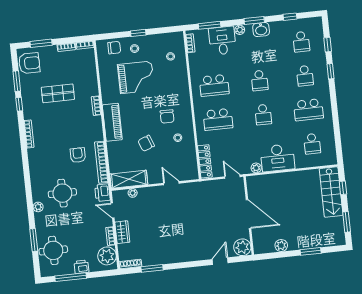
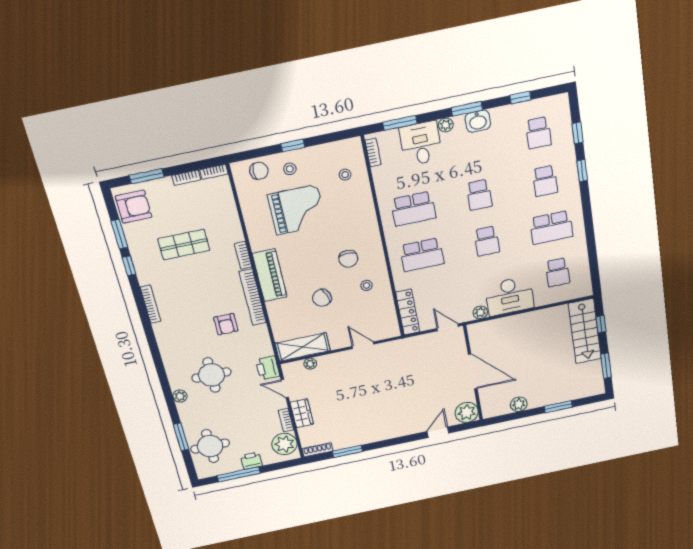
armchair: (78, 155) -> (226, 324), turned 180
bookcase: (101, 162) -> (253, 297), moved

